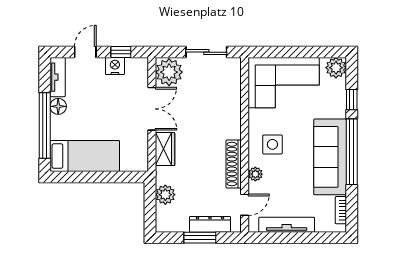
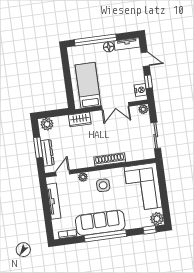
nightstand: (115, 66) -> (140, 90), moved
plant: (169, 72) -> (143, 109), width x0.53, depth x0.53
window: (352, 100) -> (150, 230), moved
wardrobe: (165, 149) -> (80, 119), moved
bed: (85, 156) -> (88, 85), moved, turned 180
shoe rack: (234, 164) -> (110, 159), moved
plant: (165, 195) -> (47, 124), moved
door: (245, 205) -> (63, 173), swing flipped

